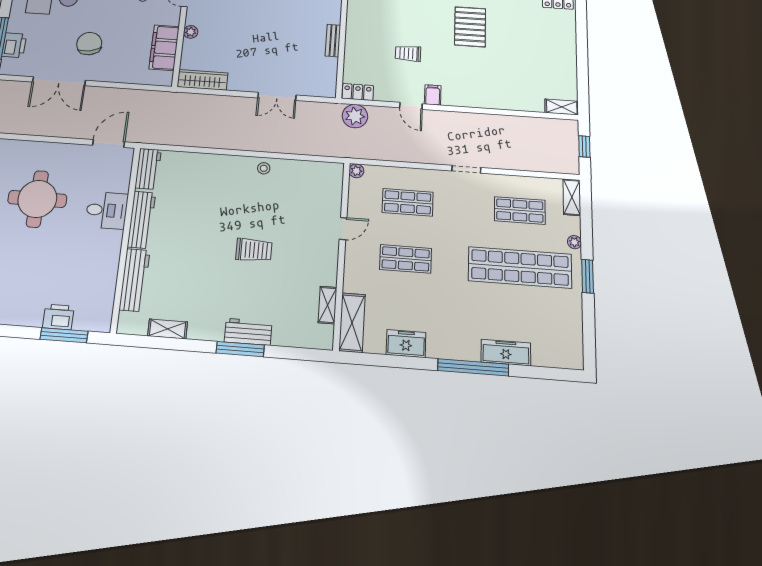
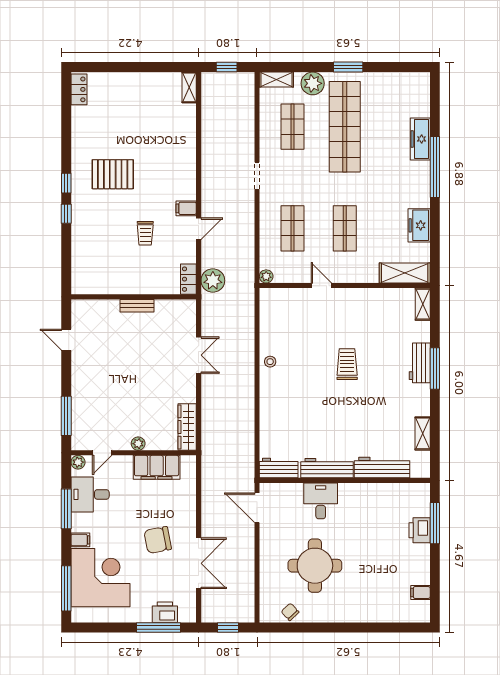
plant: (574, 242) -> (313, 83), width x1.87, depth x1.87
shelving: (328, 305) -> (423, 304), moved, turned 90

